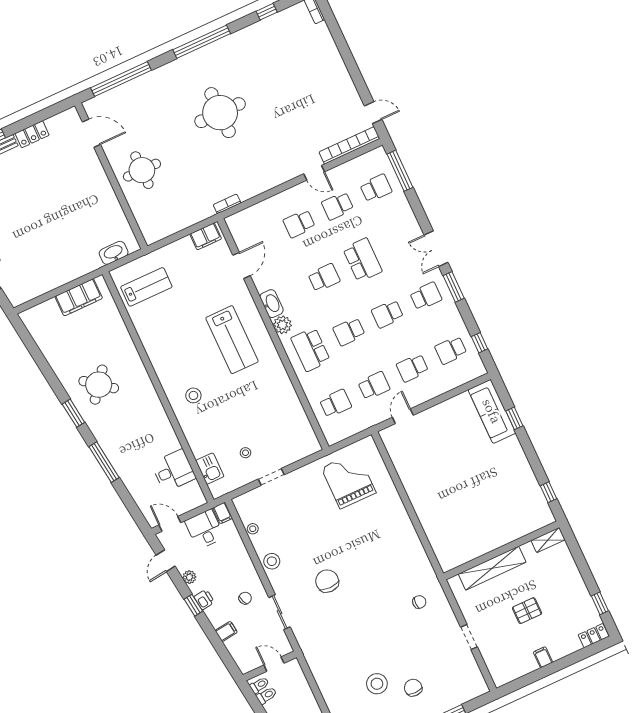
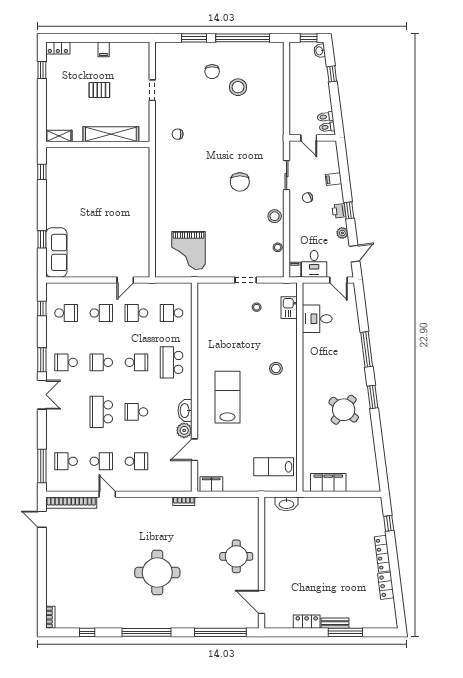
school desk: (387, 314) -> (101, 362), turned 180
plant: (282, 325) -> (184, 430), moved
school desk: (311, 349) -> (172, 362), turned 180

